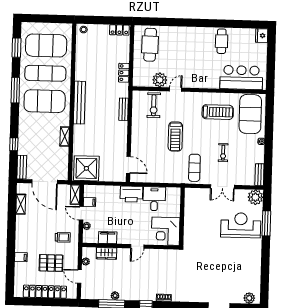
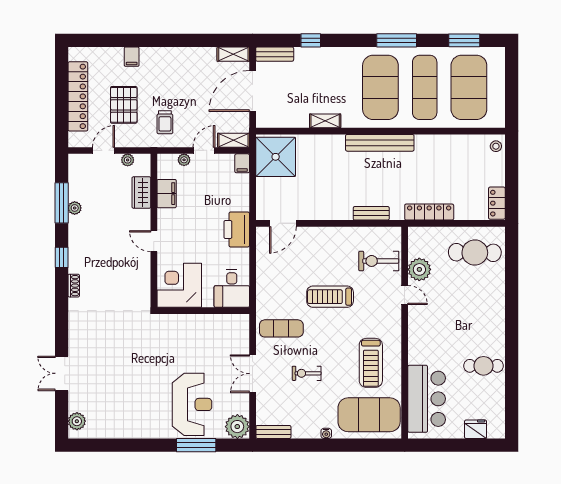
fridge: (262, 36) -> (476, 429), moved
locker: (124, 73) -> (429, 212), width x1.53
desk: (154, 199) -> (232, 289), moved, turned 90
filing cabinet: (90, 202) -> (242, 163), moved
shelving: (21, 204) -> (233, 54), moved

